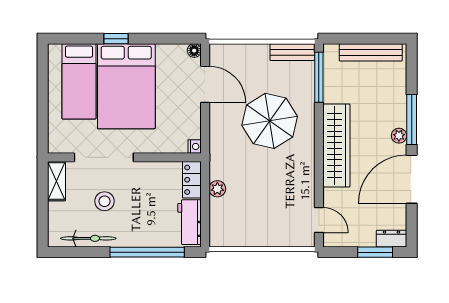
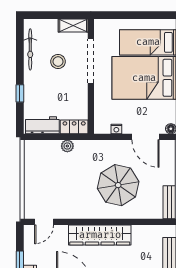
window: (319, 77) -> (151, 222), removed
door: (205, 84) -> (145, 137), hinge flipped
nightstand: (195, 146) -> (116, 129), moved
window: (147, 252) -> (20, 93), width x0.32

